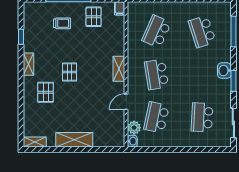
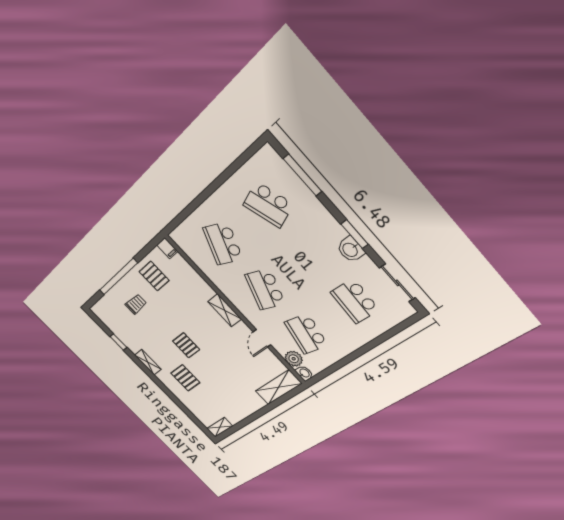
washbasin: (224, 71) -> (350, 250), moved
school desk: (156, 74) -> (265, 289), turned 30
shelving: (74, 140) -> (278, 387), moved

